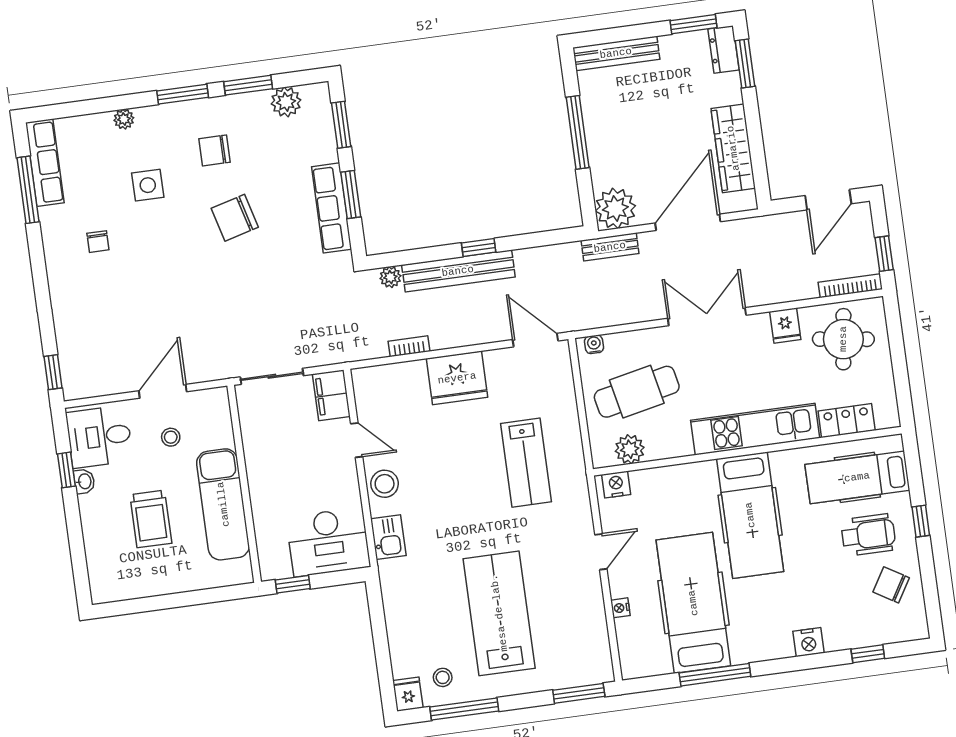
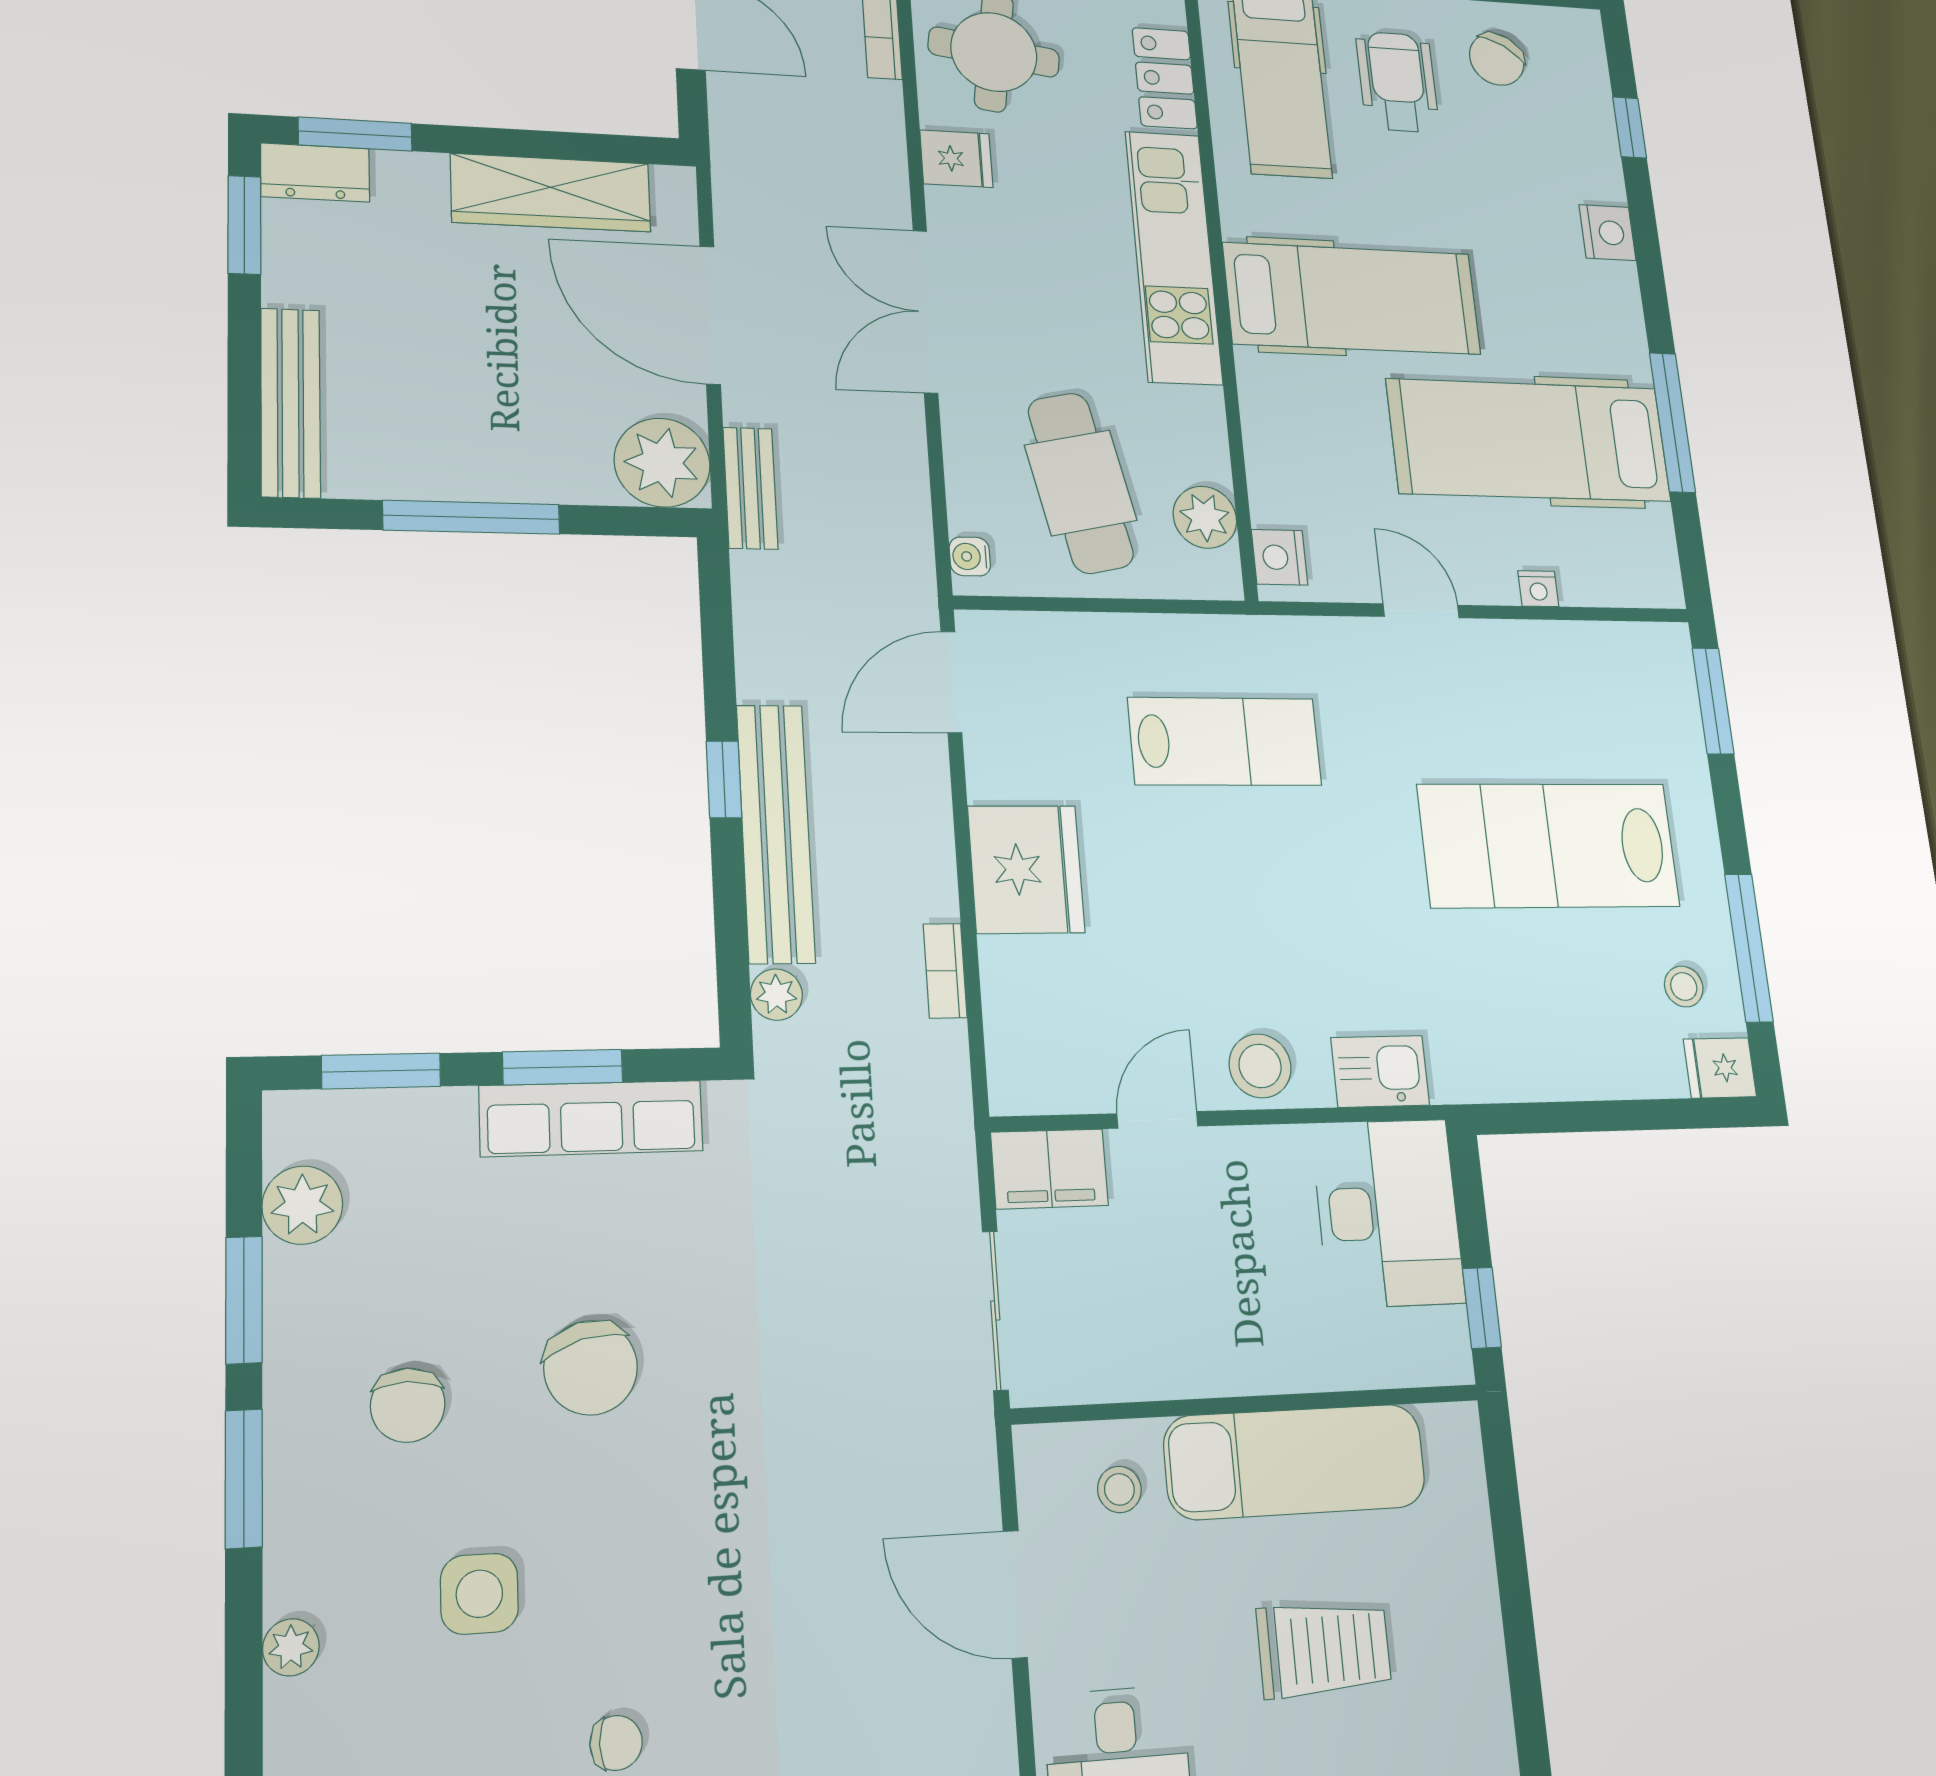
stool: (171, 437) -> (1119, 1489), moved

